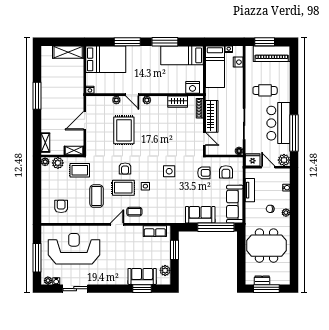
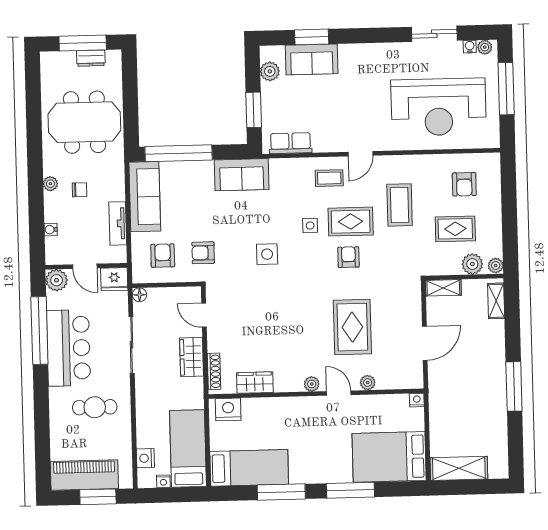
wardrobe: (212, 116) -> (192, 357), width x0.67
rug: (80, 170) -> (455, 229), moved
sofa: (200, 215) -> (242, 175), moved

